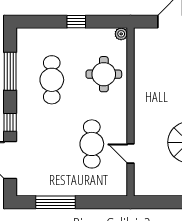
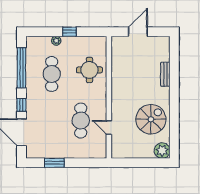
plant: (121, 34) -> (56, 41), moved
window: (10, 71) -> (21, 68), width x1.46
window: (55, 202) -> (54, 163), width x0.69

